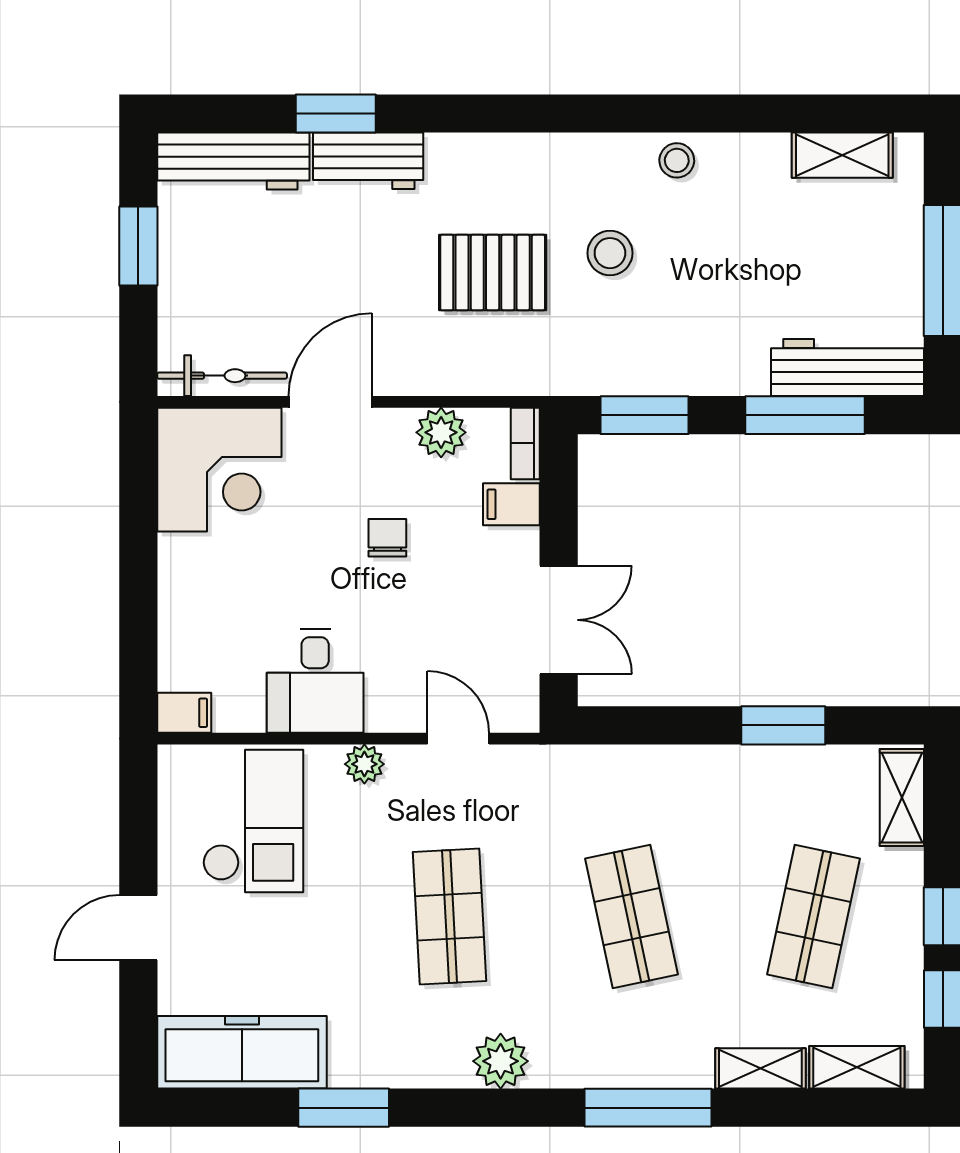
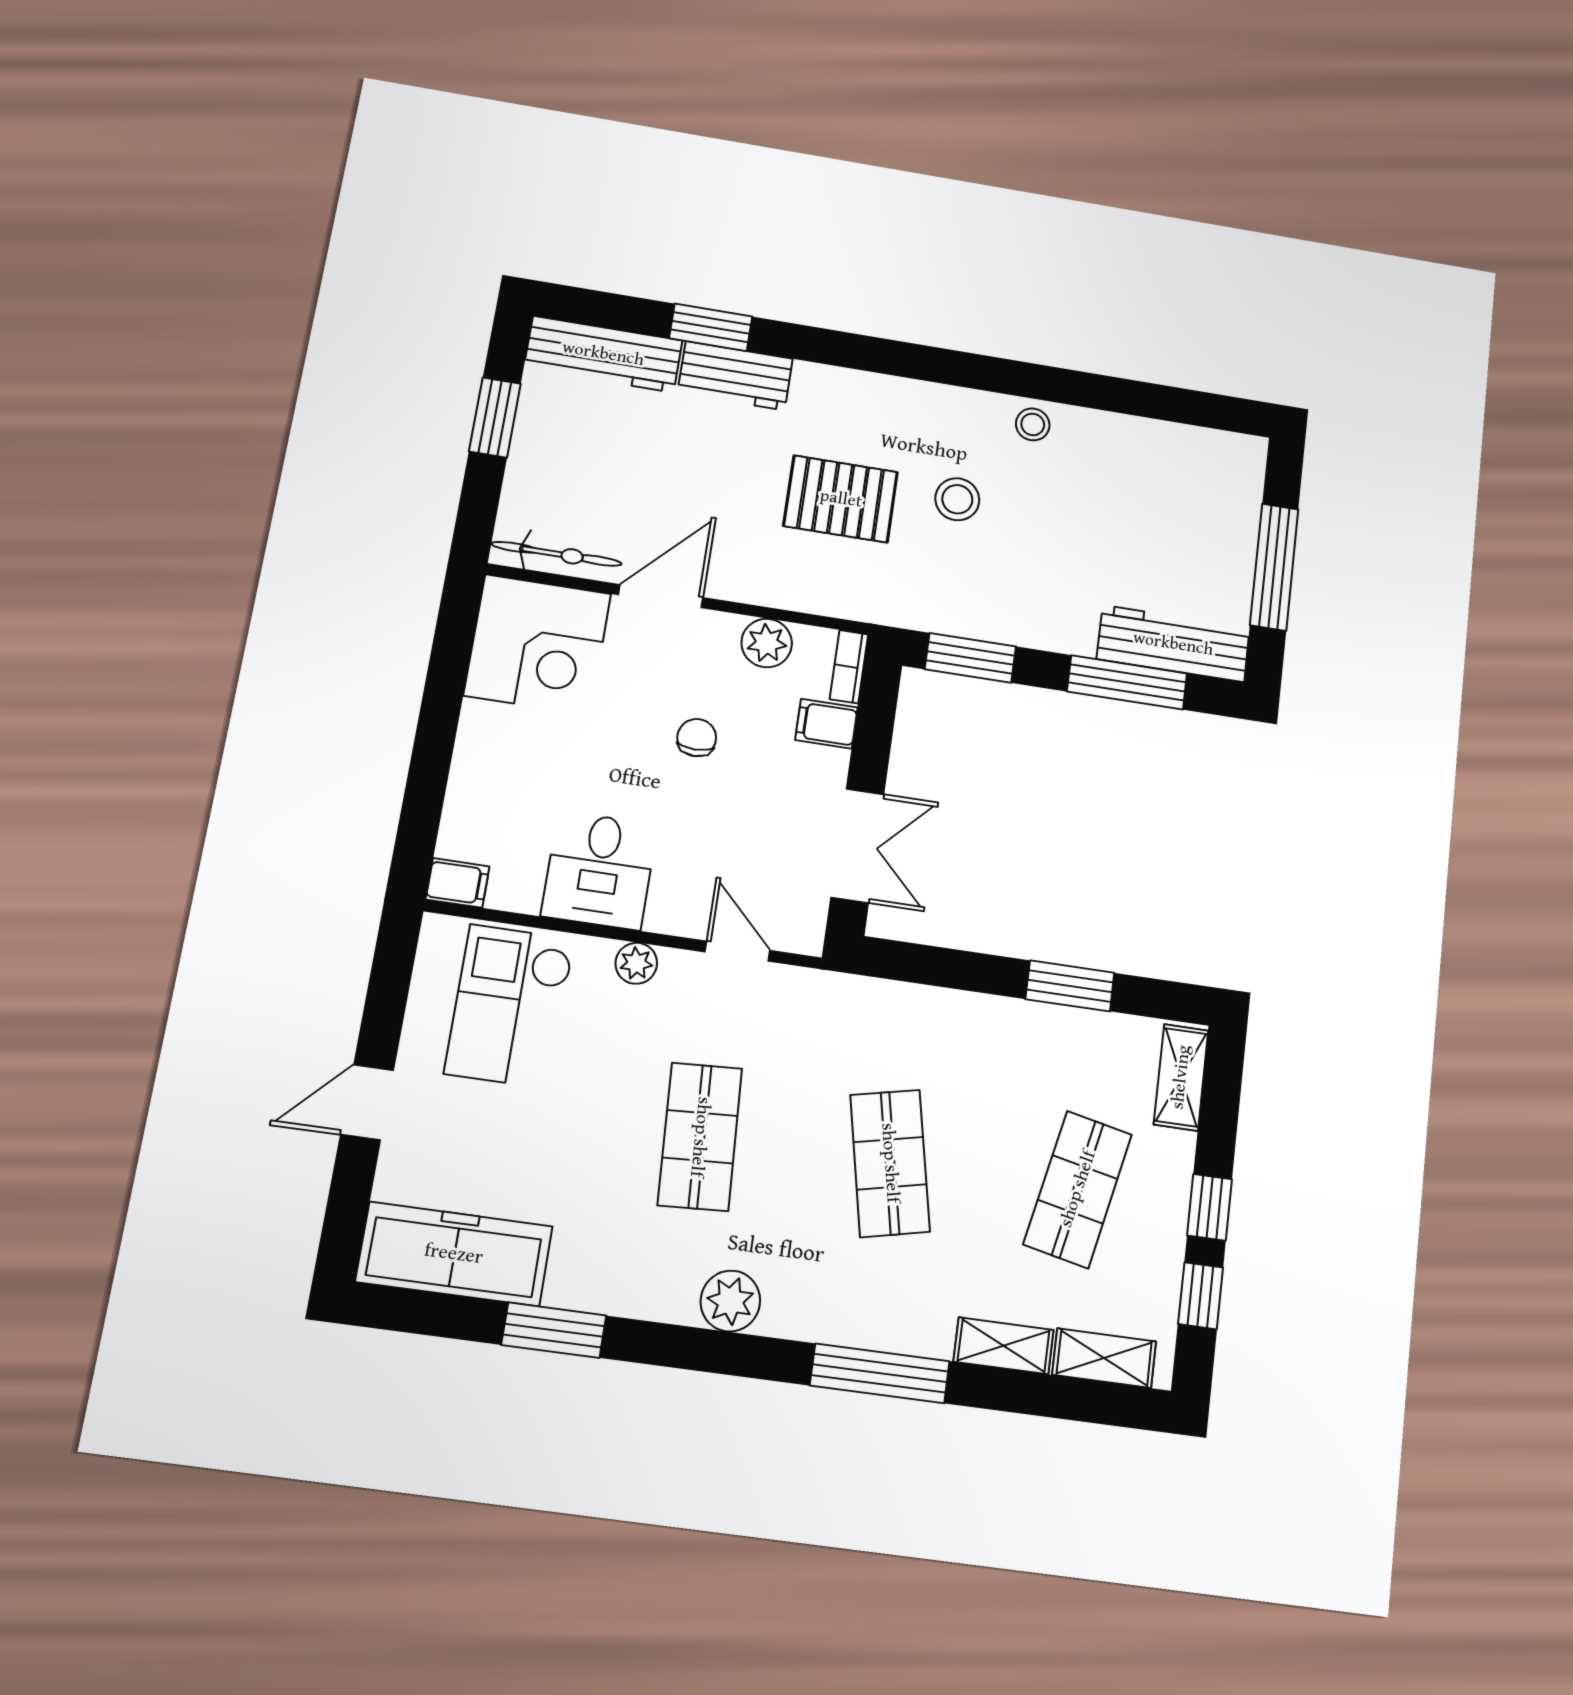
shelving: (842, 155) -> (1190, 446), removed
checkout: (253, 821) -> (510, 1006), turned 180

